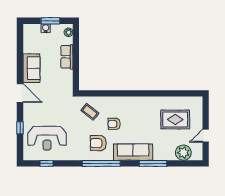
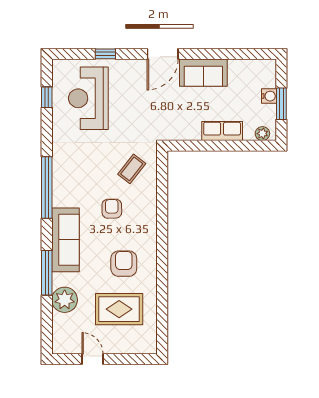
rug: (175, 119) -> (119, 309), turned 90
armchair: (98, 143) -> (124, 264), moved
plant: (183, 153) -> (65, 300), moved

